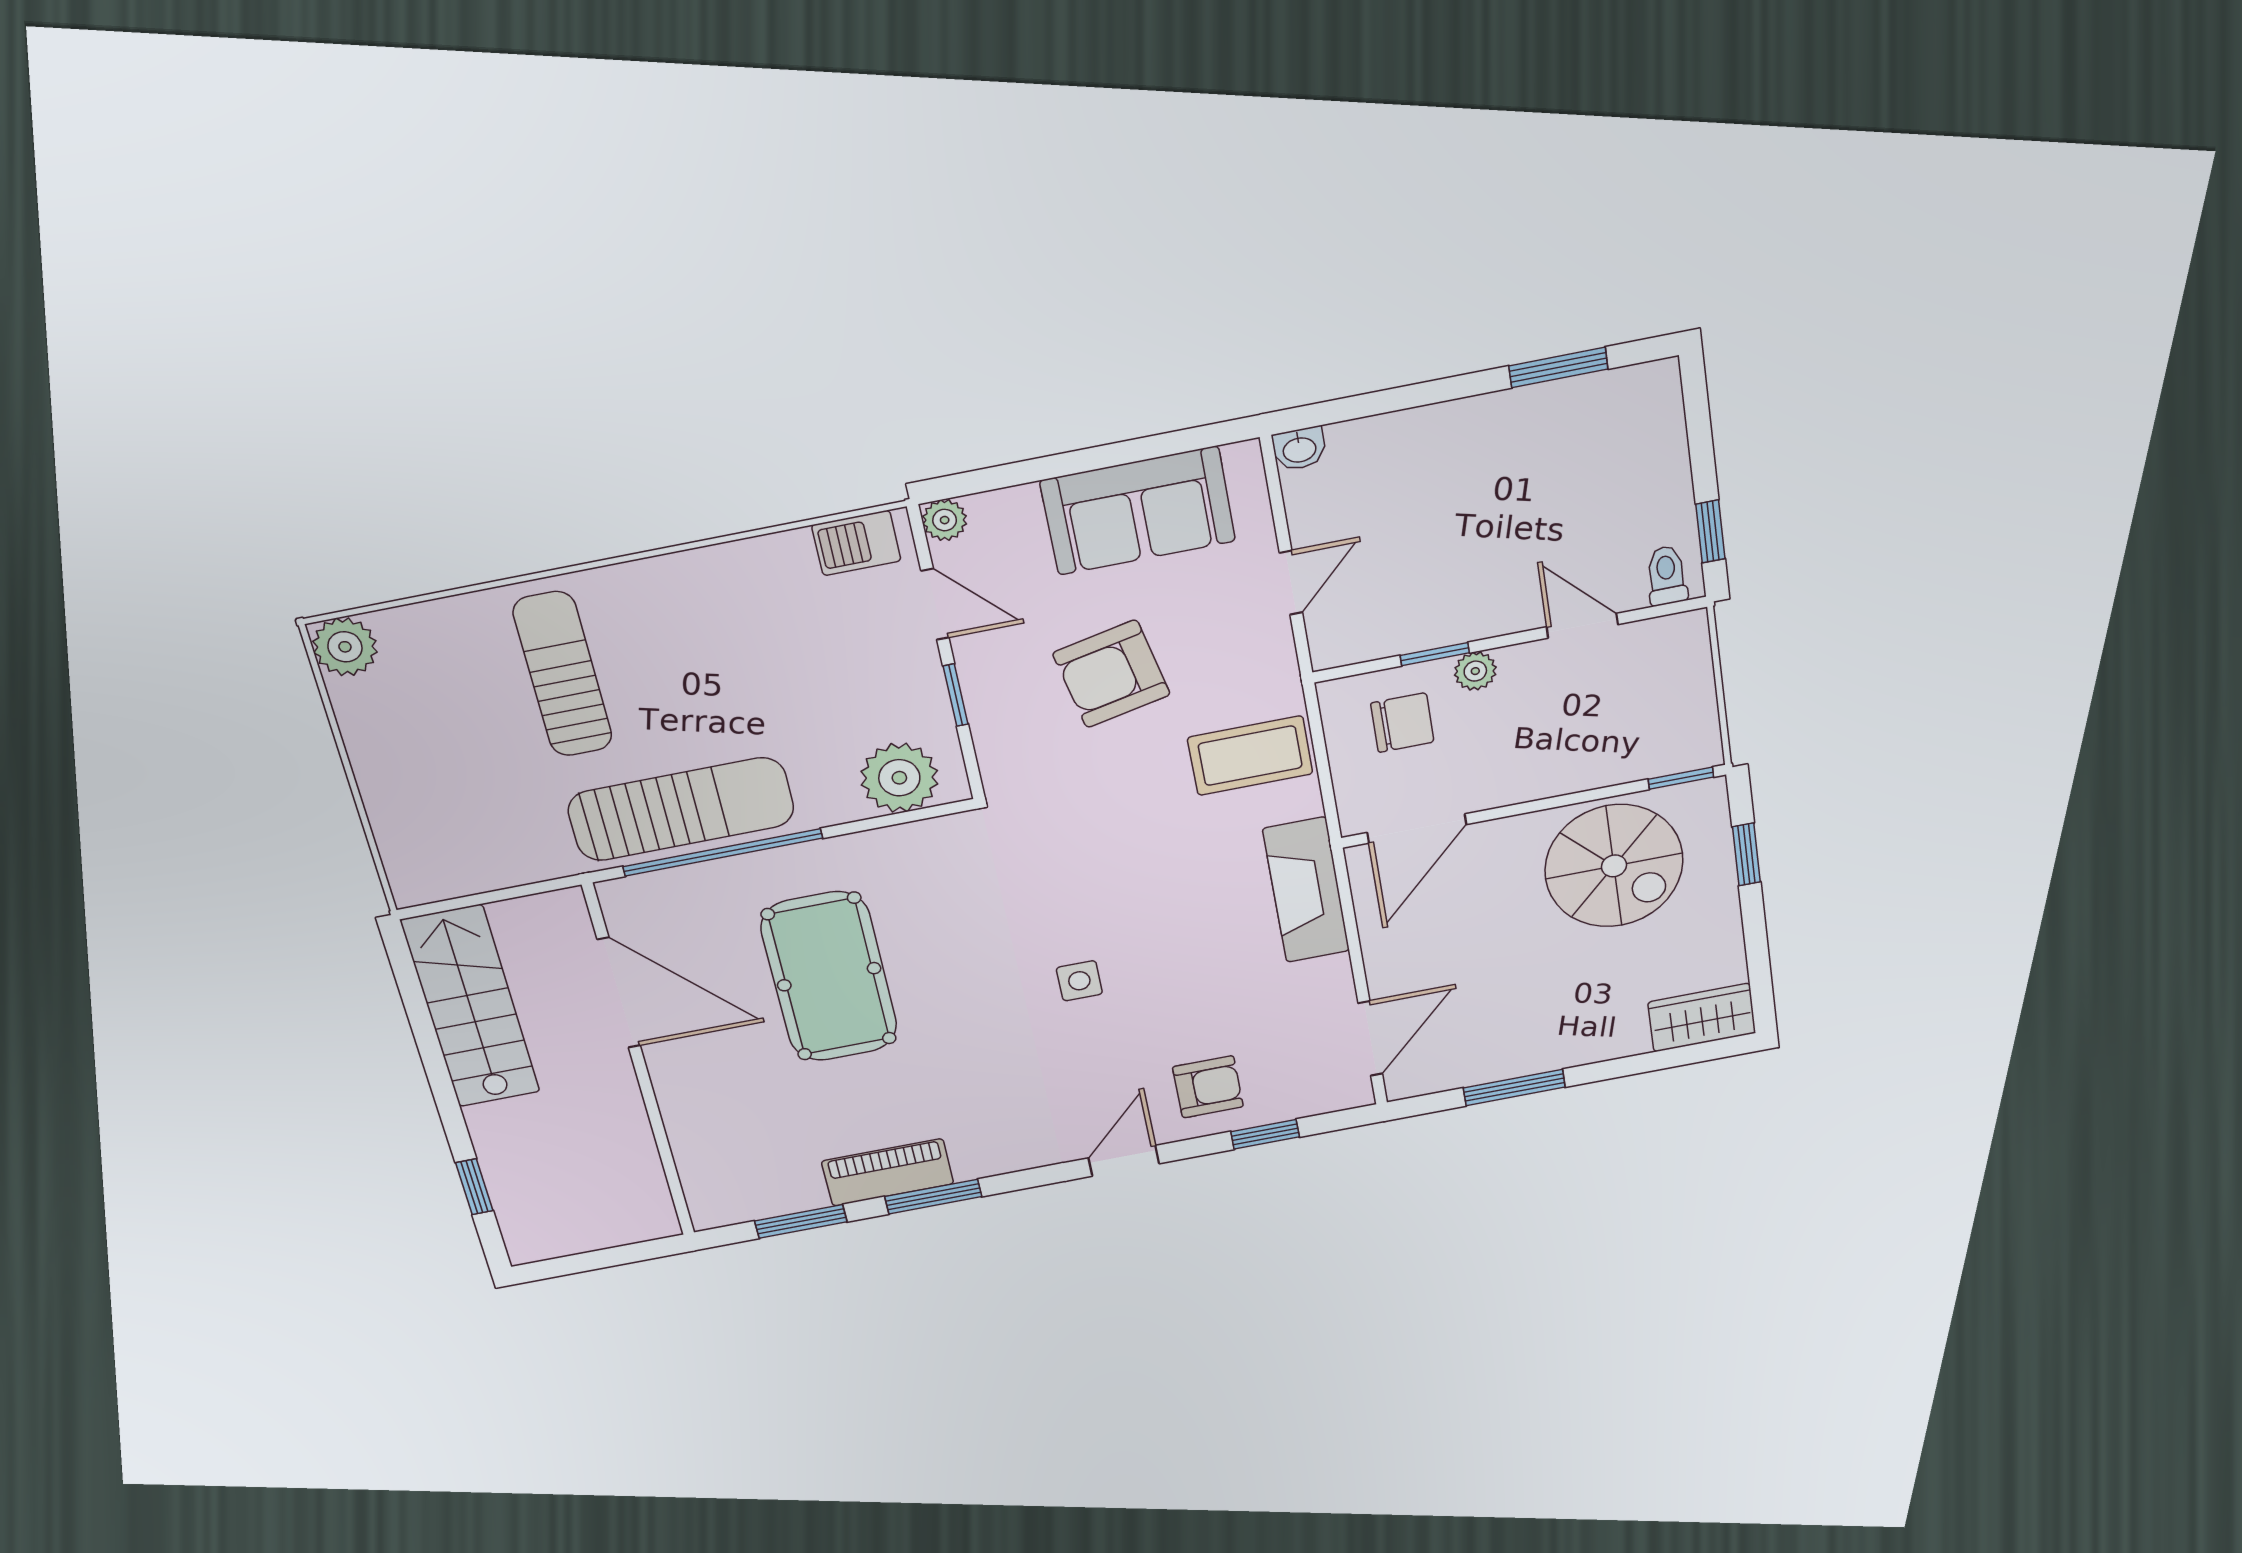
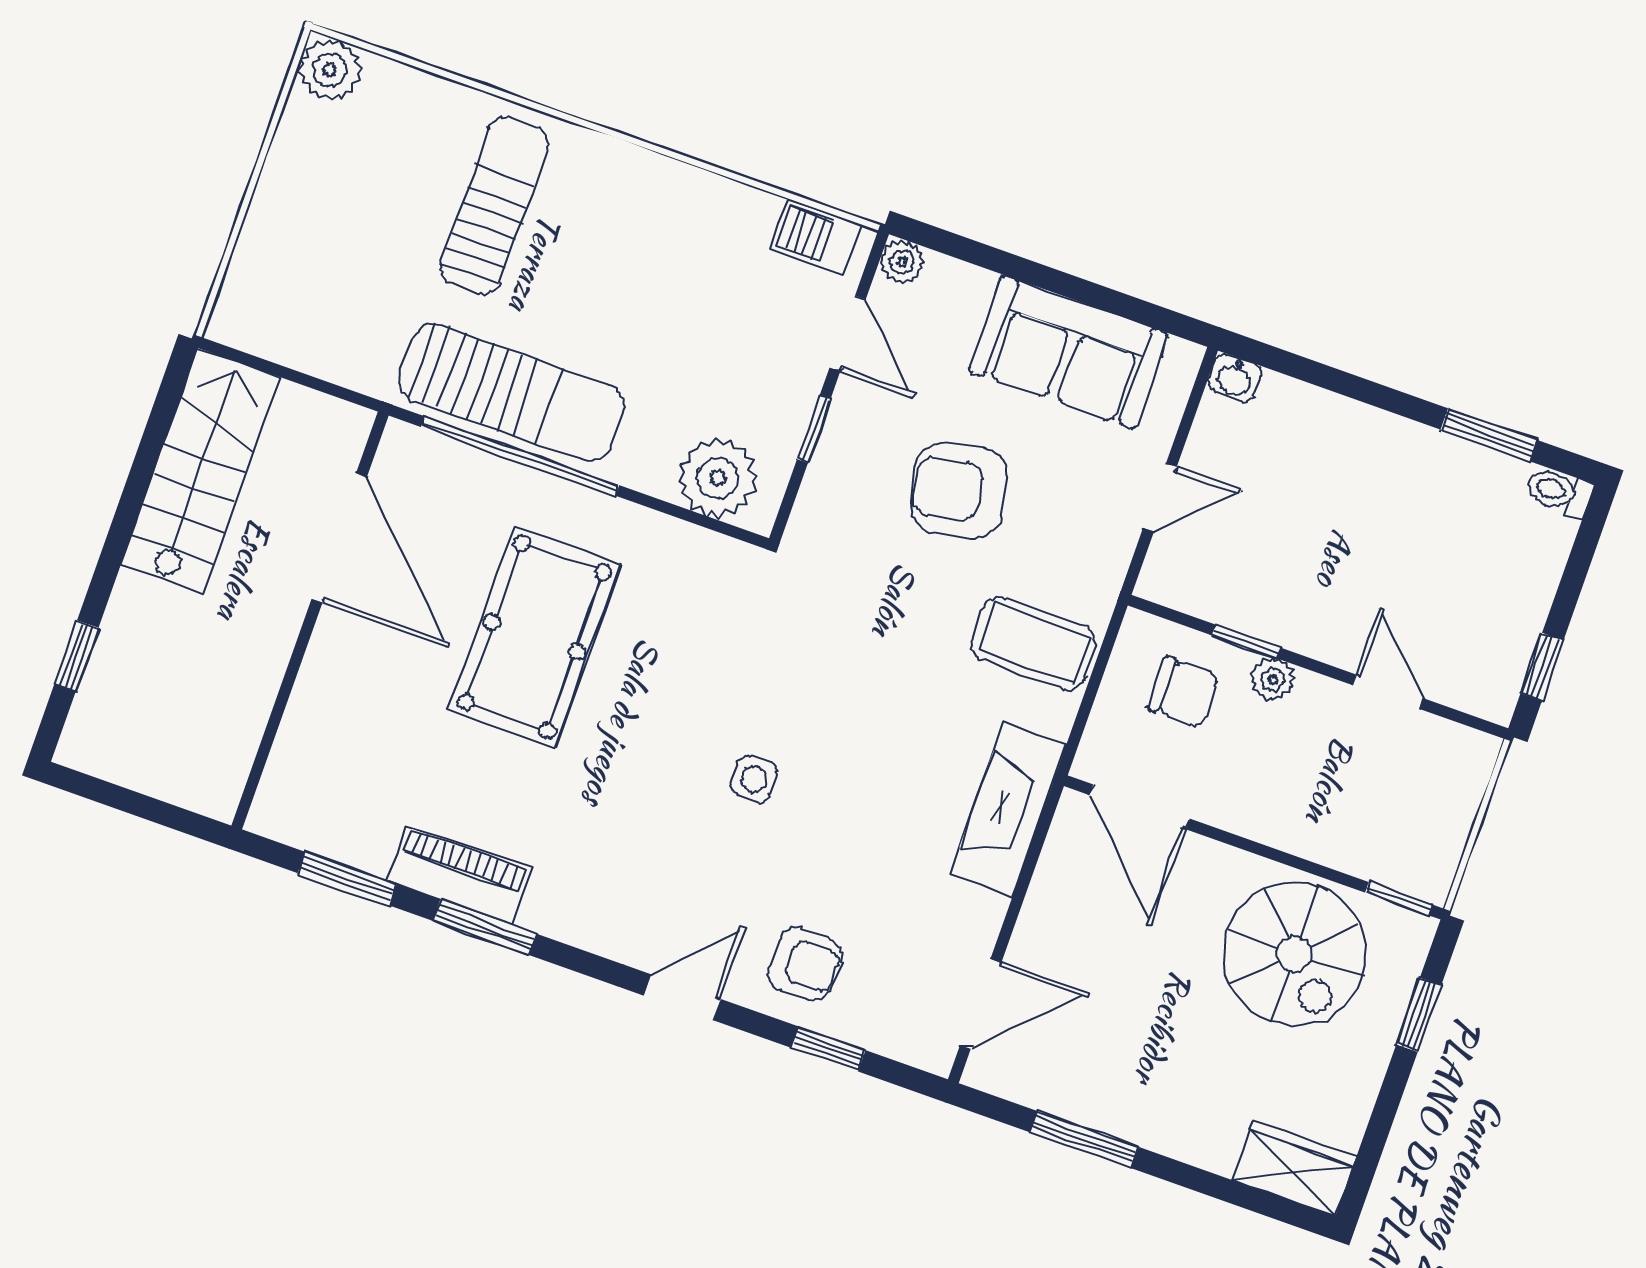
toilet: (1667, 576) -> (1559, 492), moved, turned -90
door: (1417, 829) -> (1140, 807), hinge flipped

